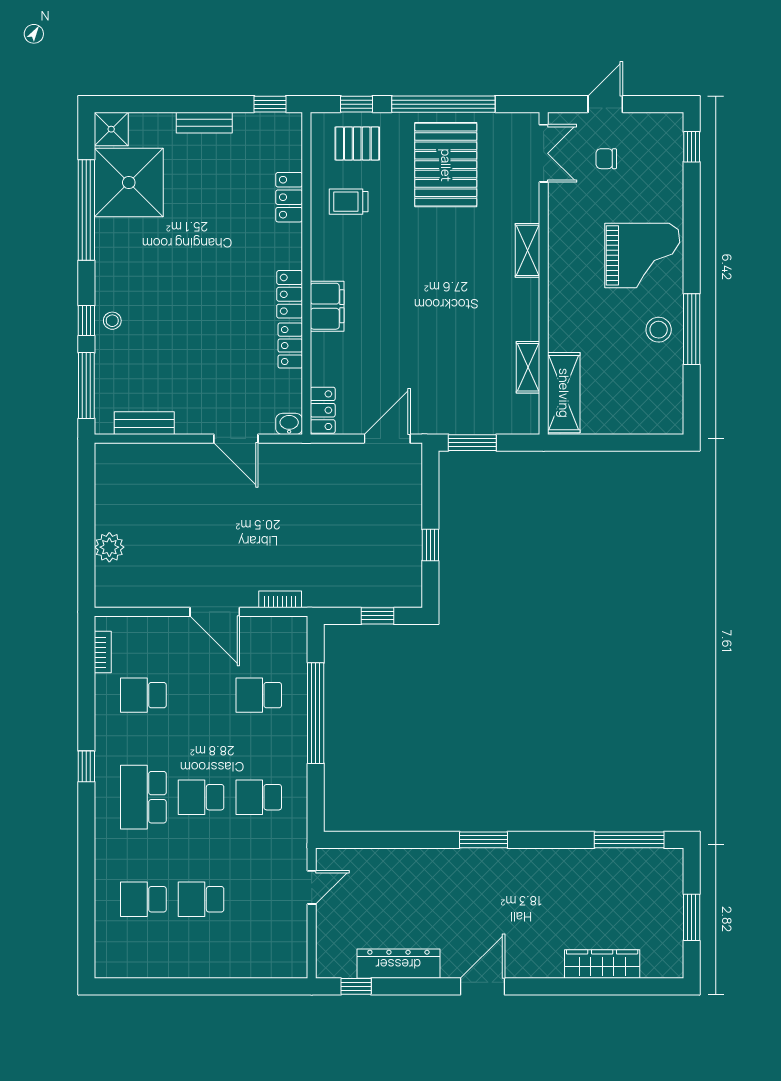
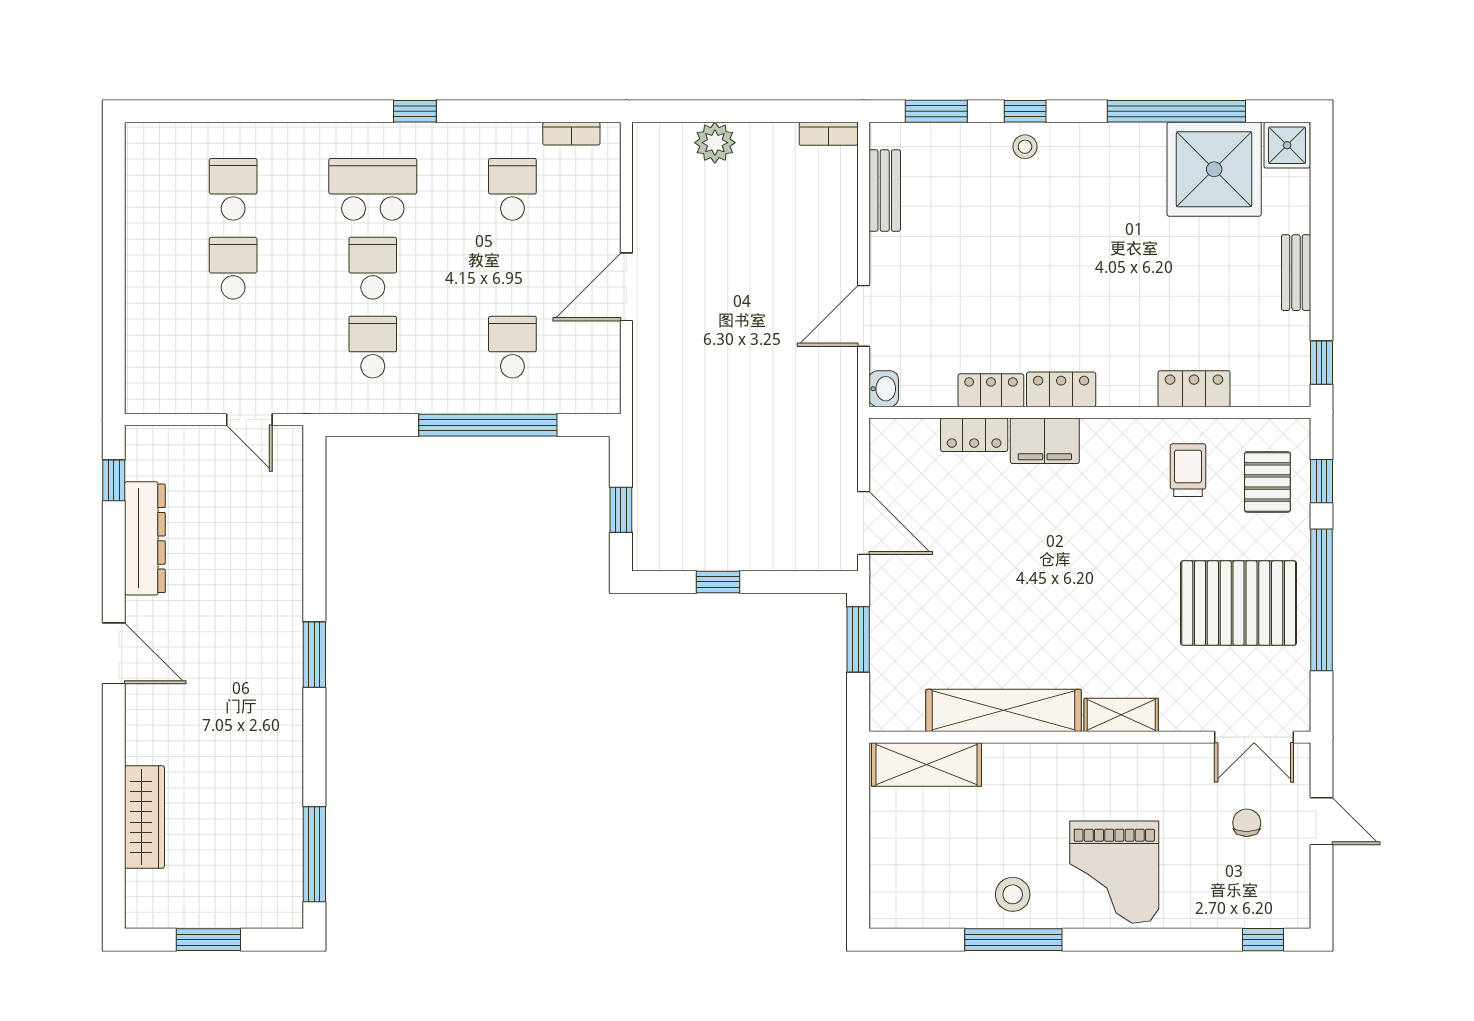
shelving: (528, 367) -> (1004, 710), width x2.20, depth x1.33
window: (86, 386) -> (936, 111), width x0.69
locker: (323, 410) -> (974, 435), moved
bookcase: (280, 599) -> (828, 134), moved, turned 90

